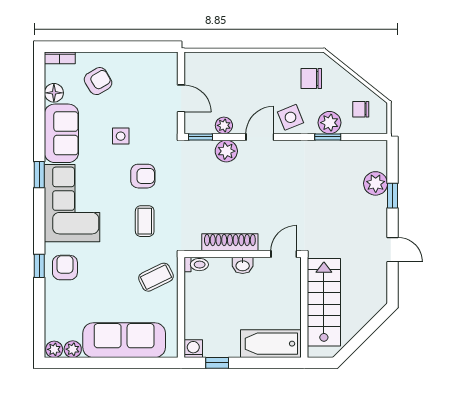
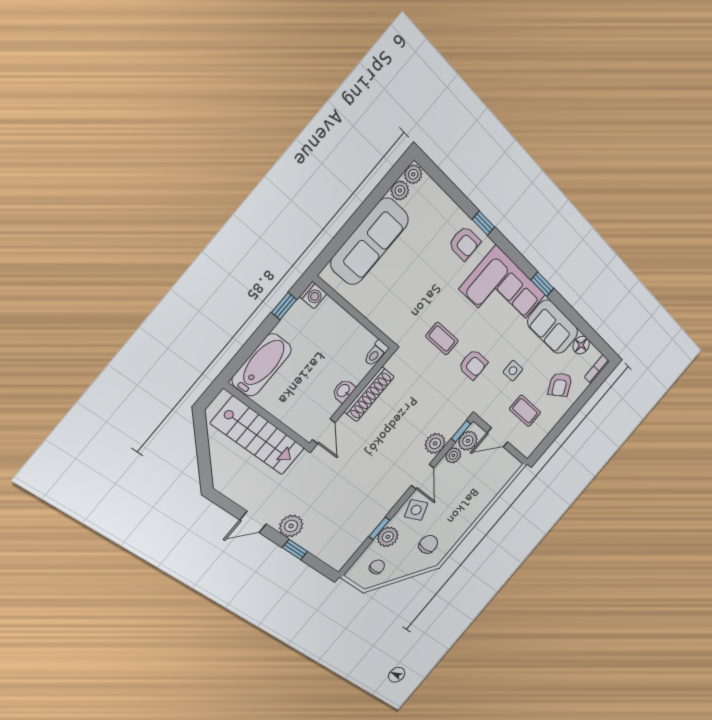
plant: (203, 123) -> (468, 441), added
armchair: (143, 176) -> (473, 364), turned -90
plant: (376, 183) -> (291, 526), moved
coffee table: (156, 277) -> (525, 411), moved, turned -64

